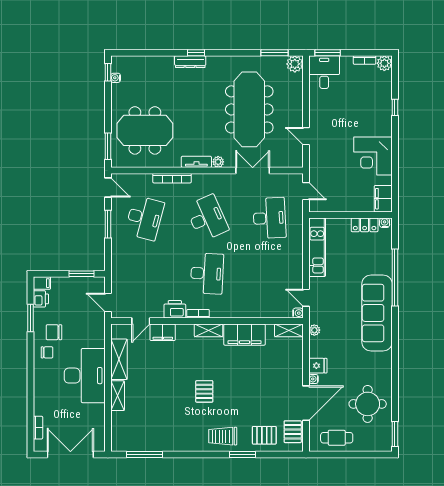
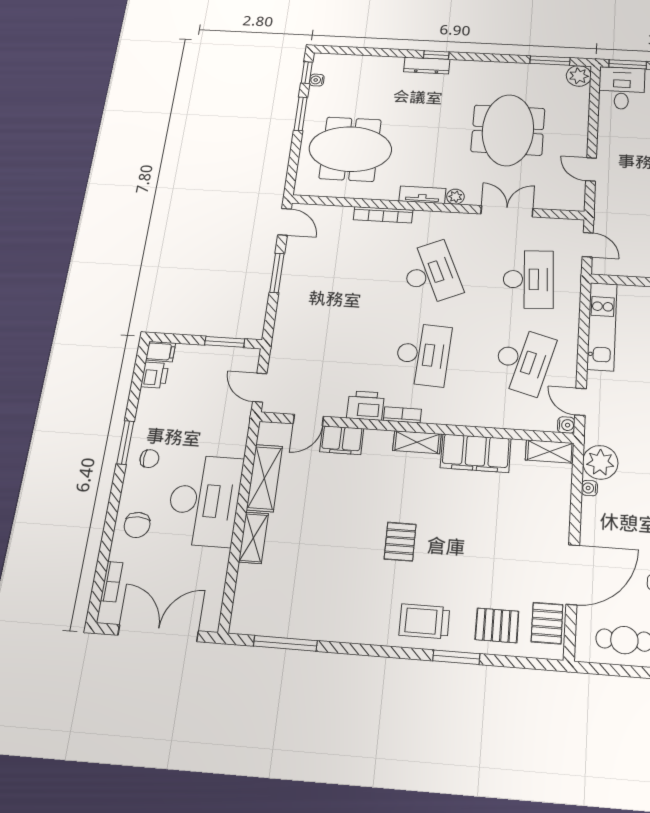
meeting table: (249, 109) -> (508, 130), width x0.73
window: (108, 146) -> (301, 114), moved
desk: (145, 218) -> (523, 361), moved
window: (30, 318) -> (125, 442), moved
plant: (314, 330) -> (600, 462), width x1.88, depth x1.88
chair: (54, 332) -> (137, 525), moved, turned -90
fridge: (318, 366) -> (596, 513), removed
water cooler: (314, 379) -> (589, 488), moved

